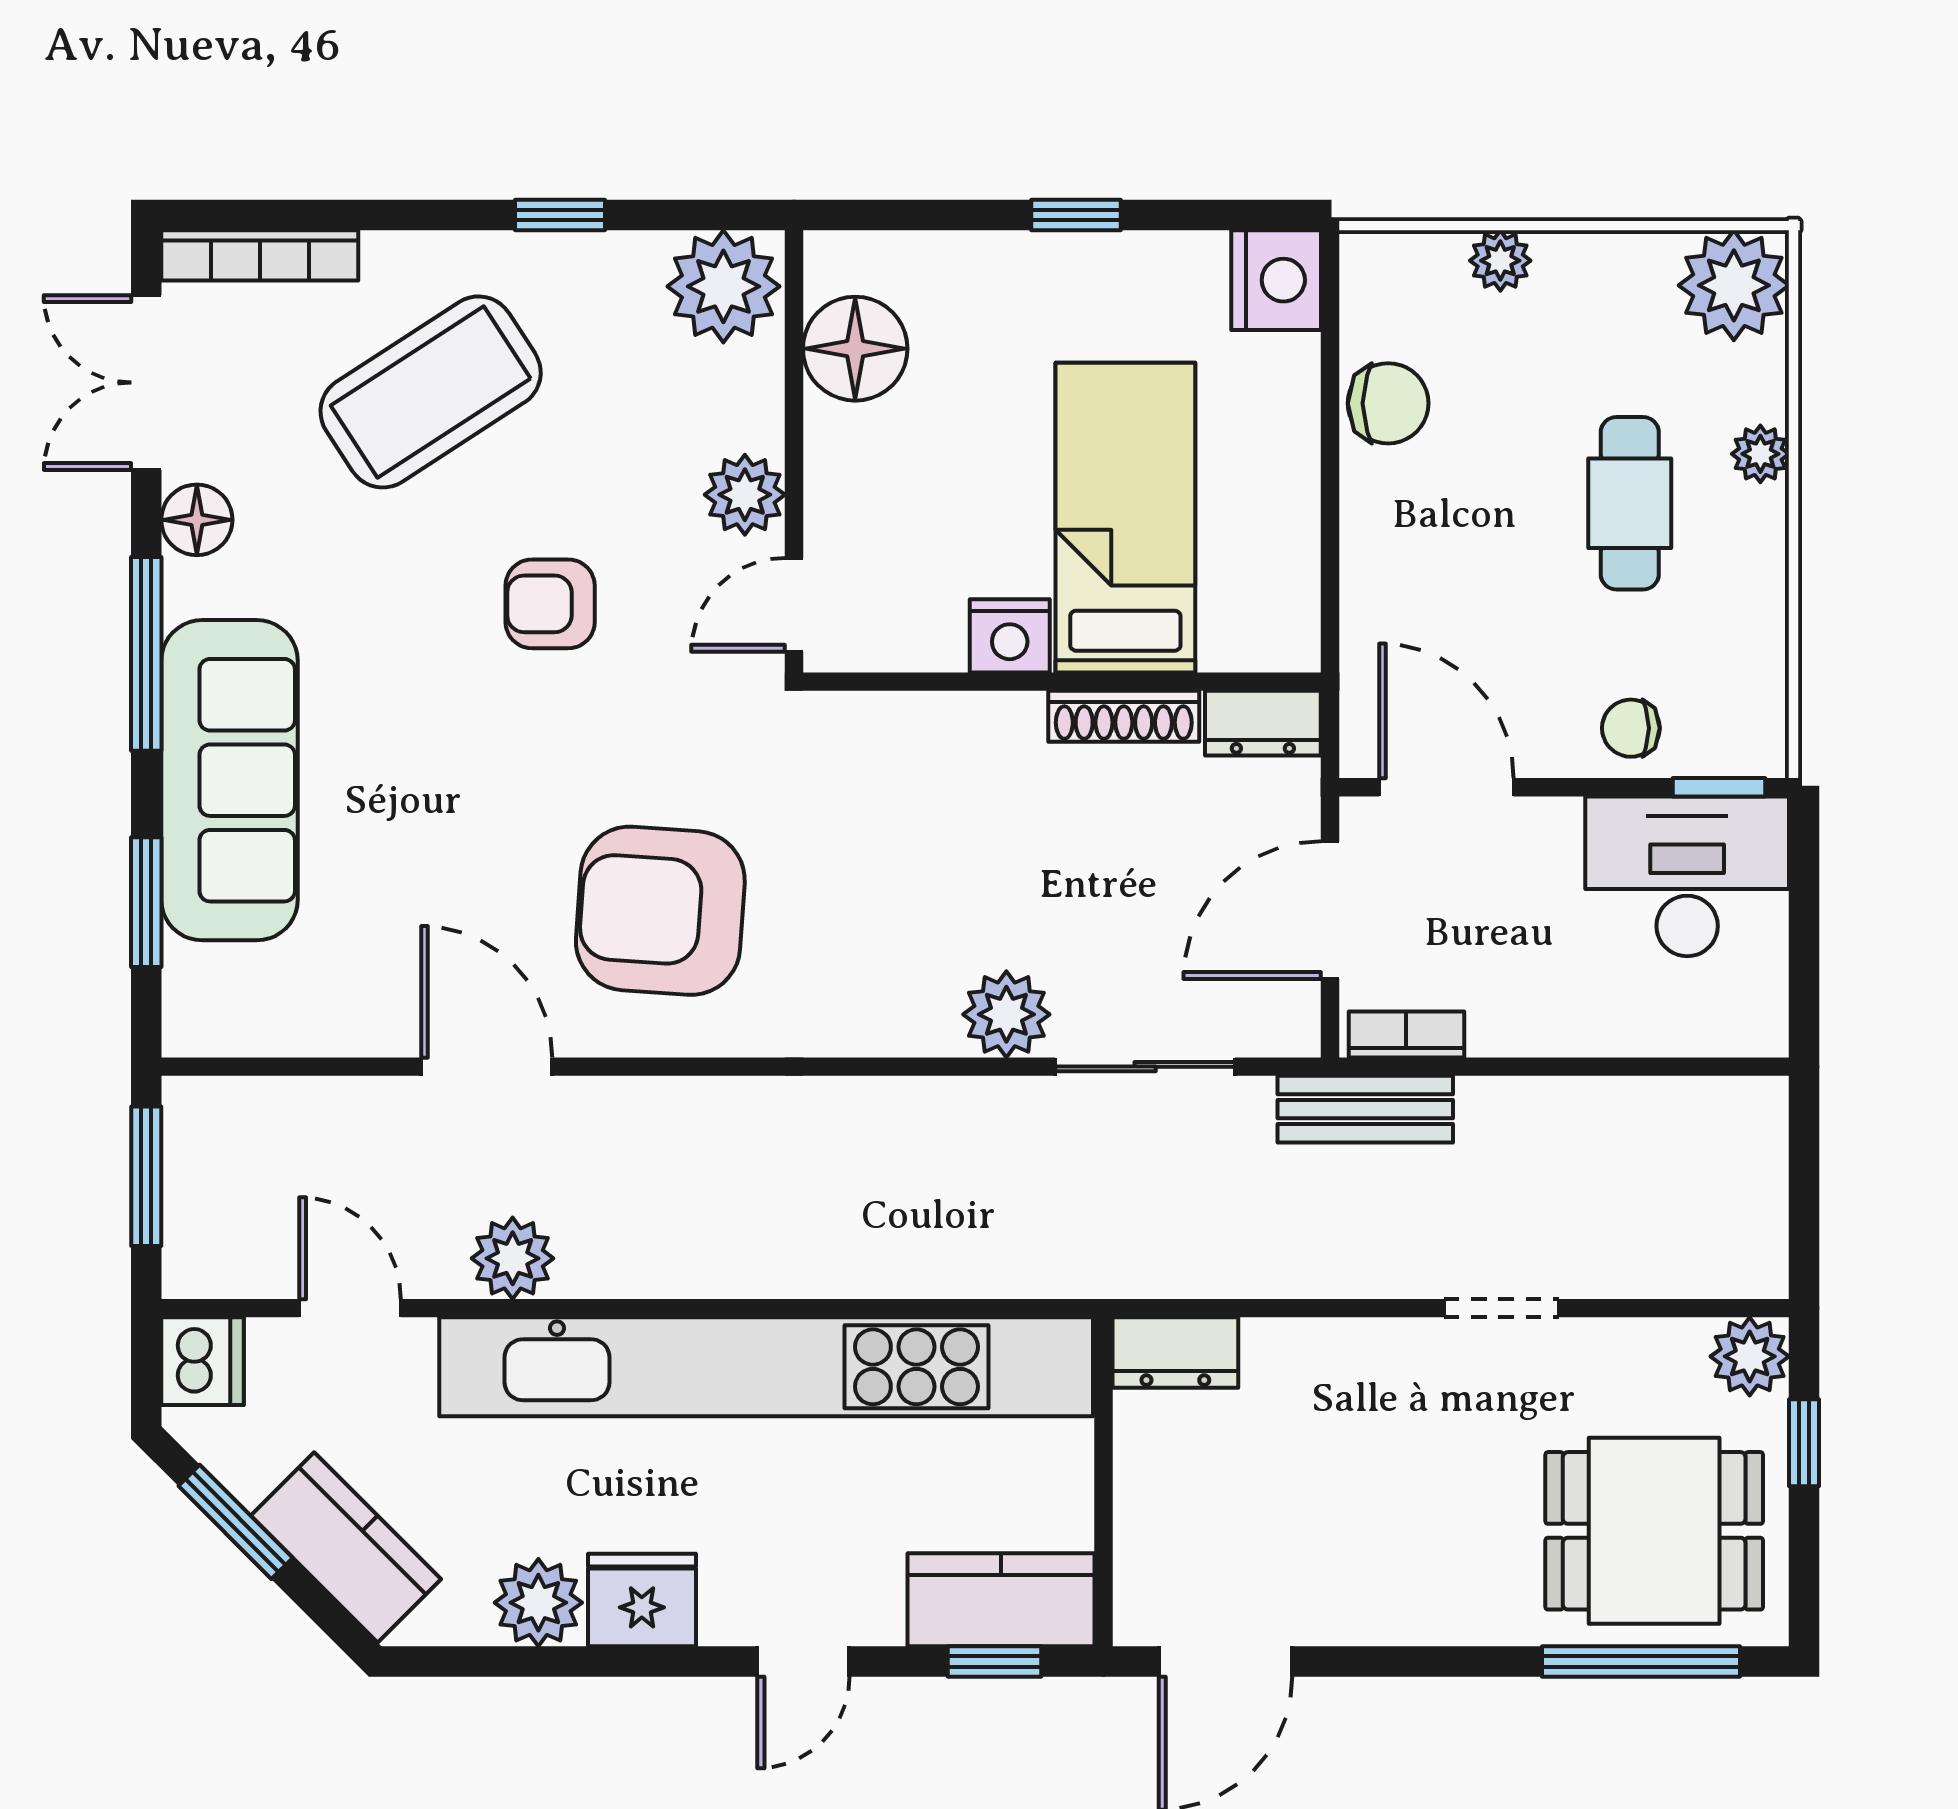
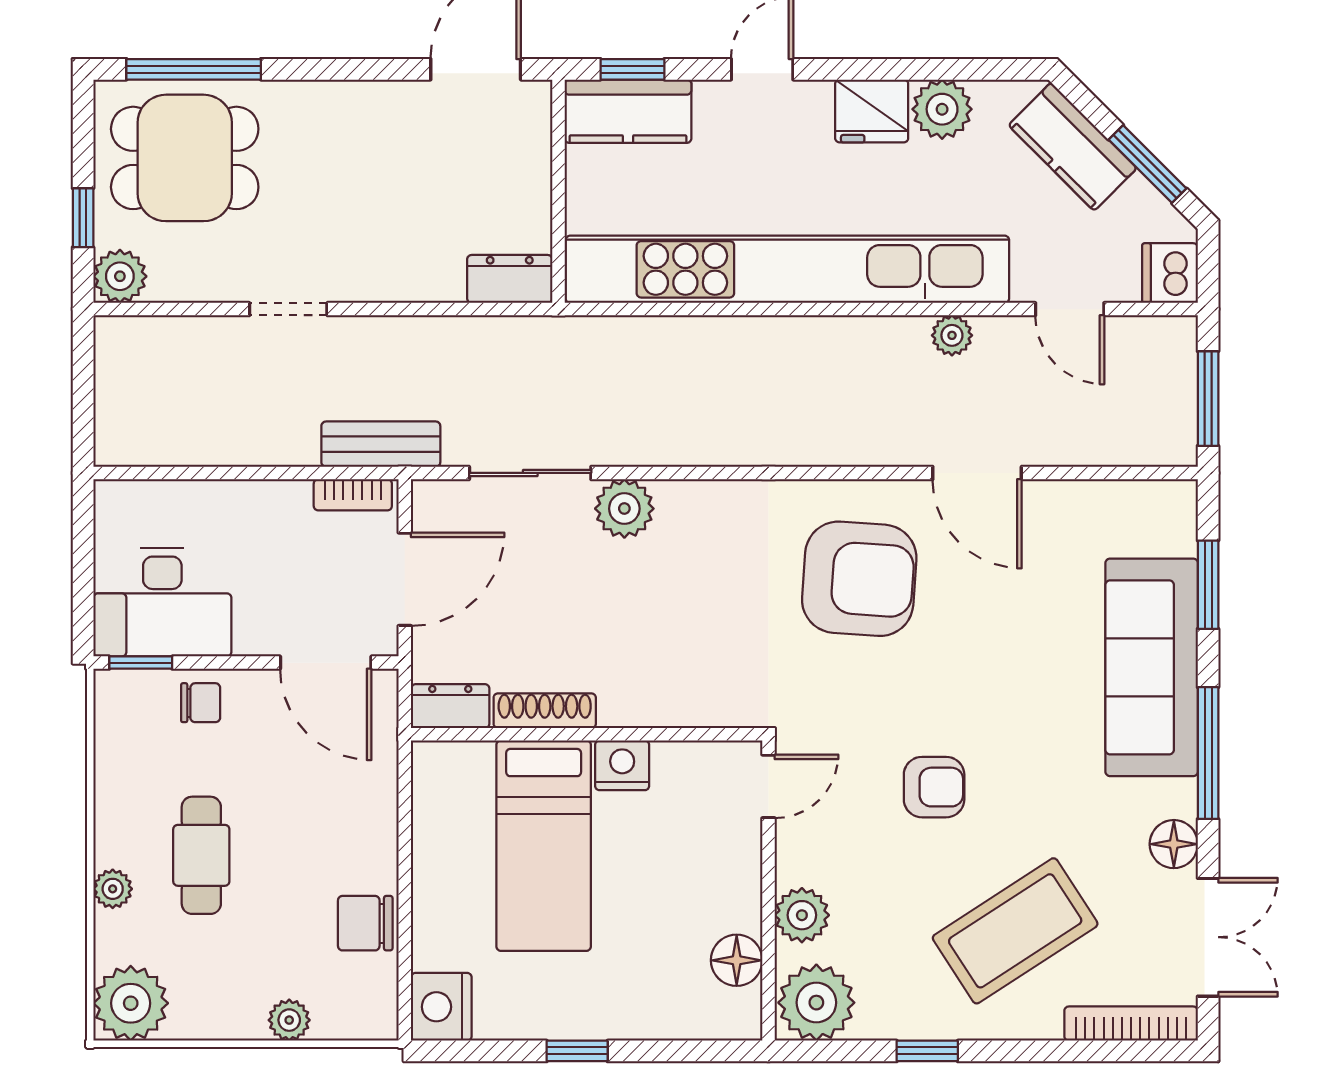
floor lamp: (855, 349) -> (737, 960), width x0.73, depth x0.73
plant: (745, 495) -> (802, 915), moved
plant: (513, 1258) -> (952, 335), width x0.73, depth x0.73

